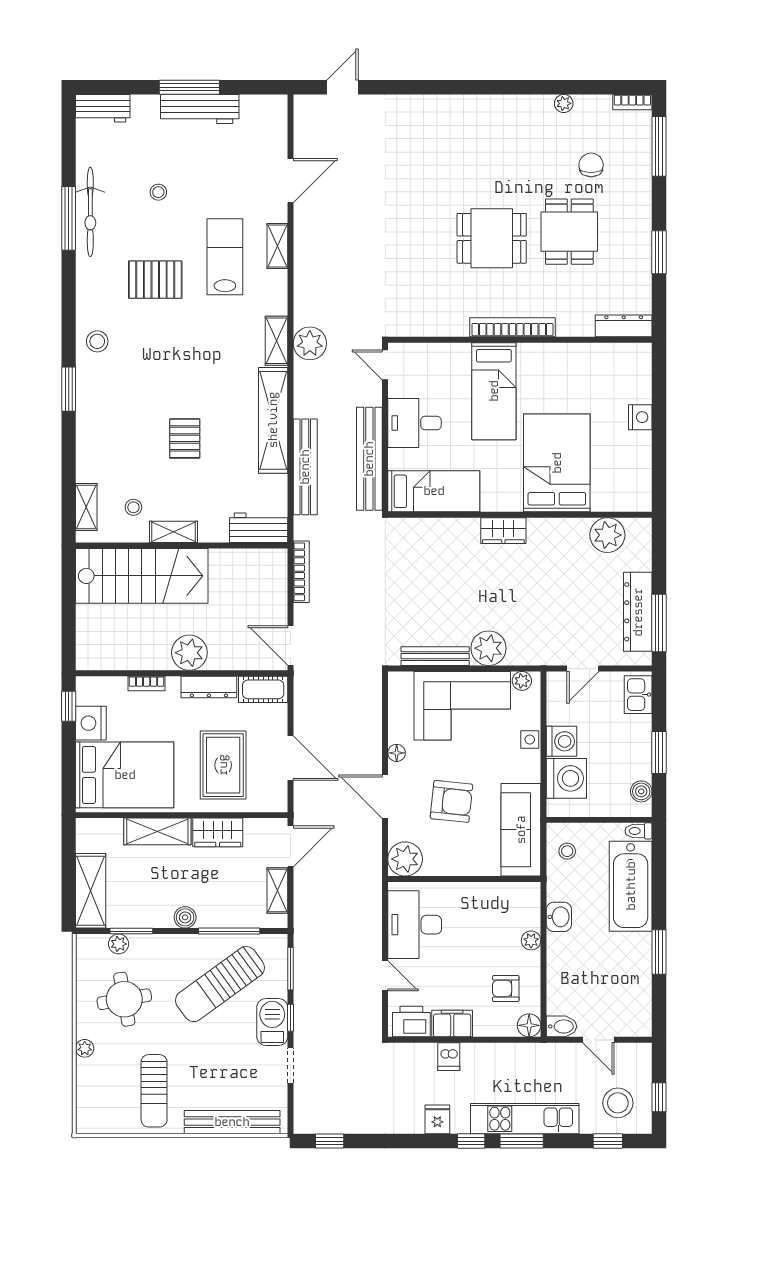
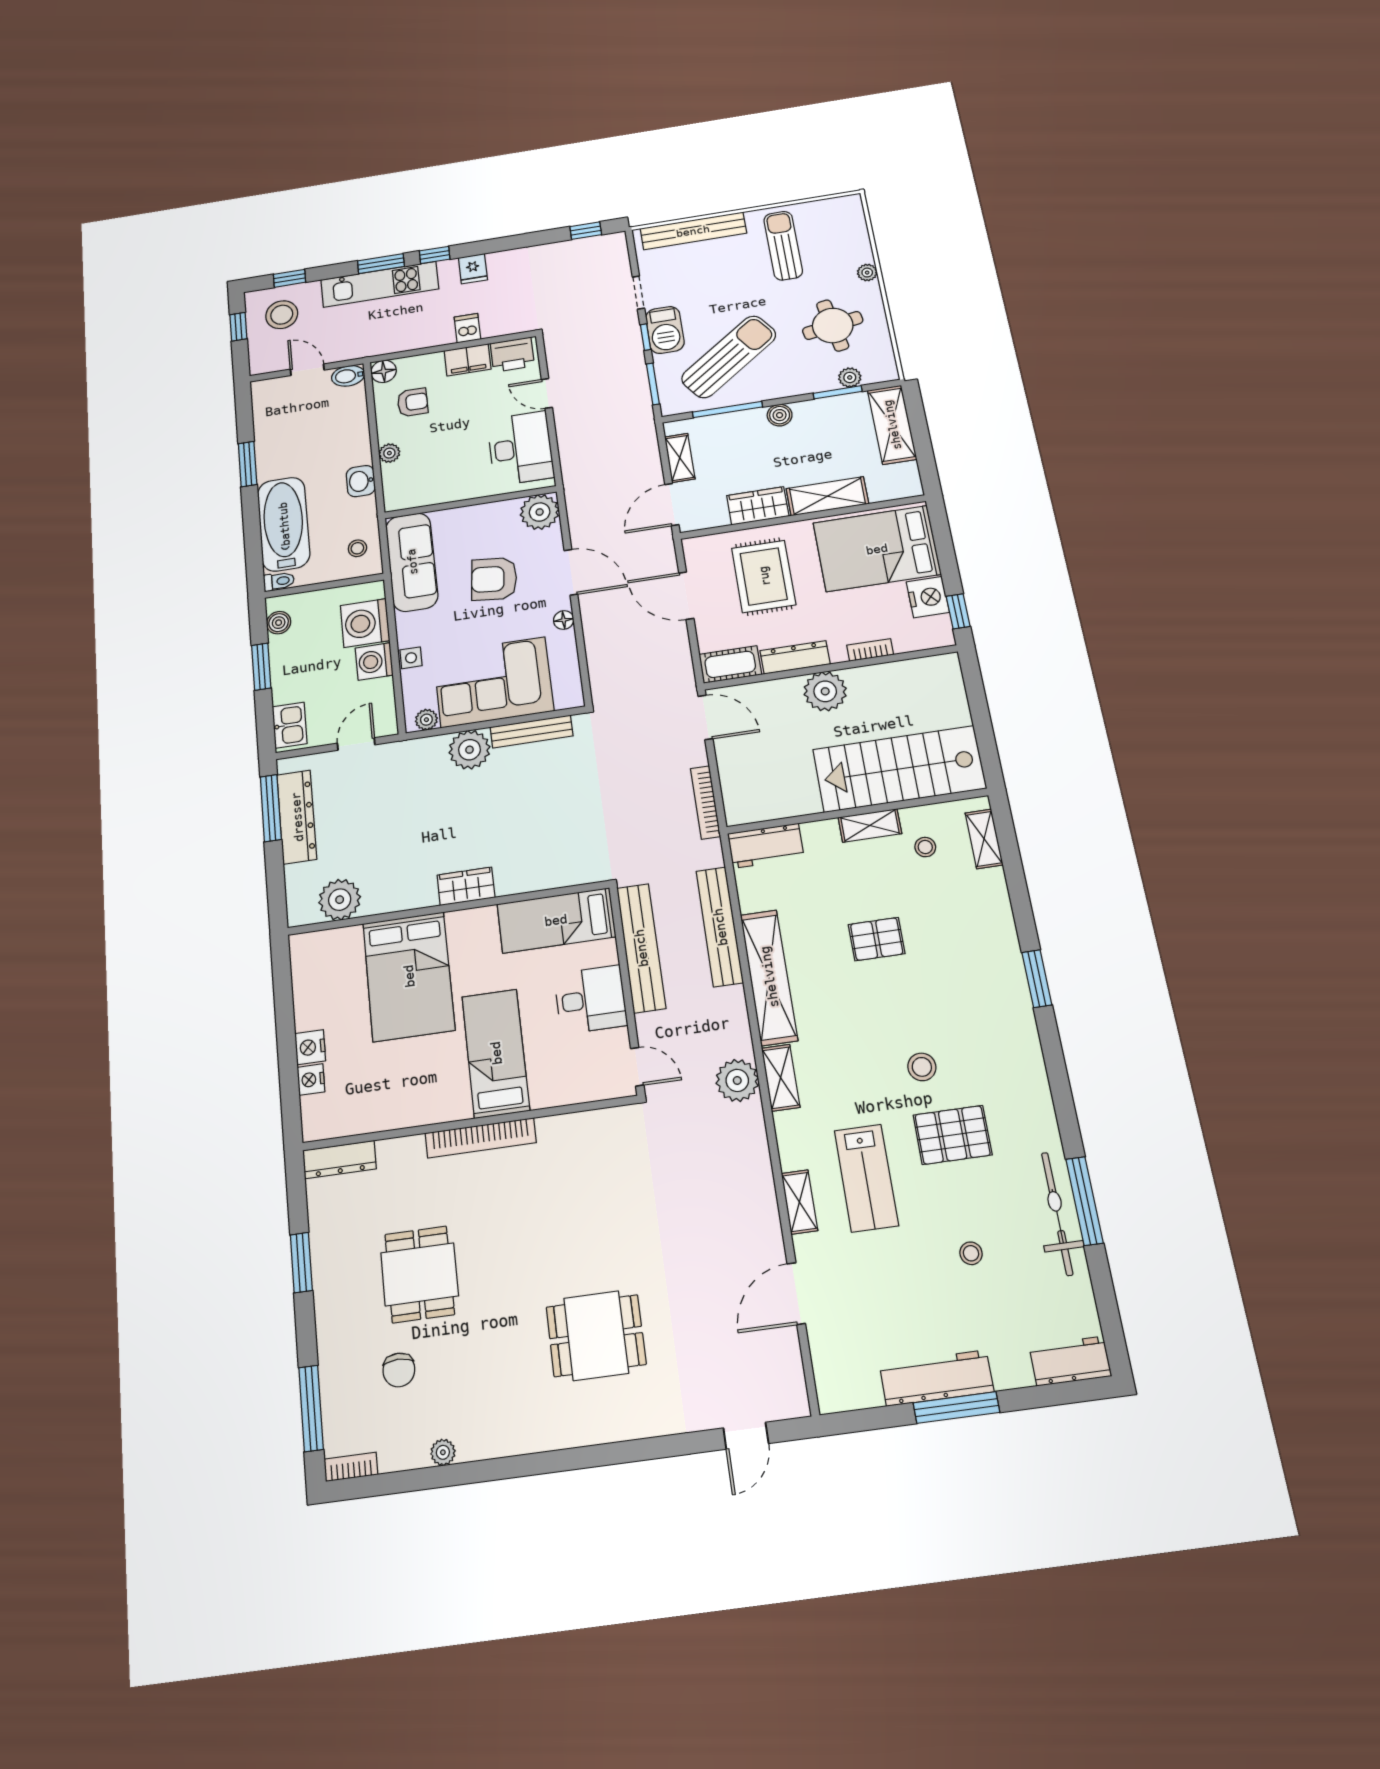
dining table: (492, 238) -> (596, 1336), moved
stool: (97, 341) -> (922, 1067), moved
nightstand: (641, 391) -> (311, 1080), added
pallet: (185, 438) -> (877, 939), turned 90

